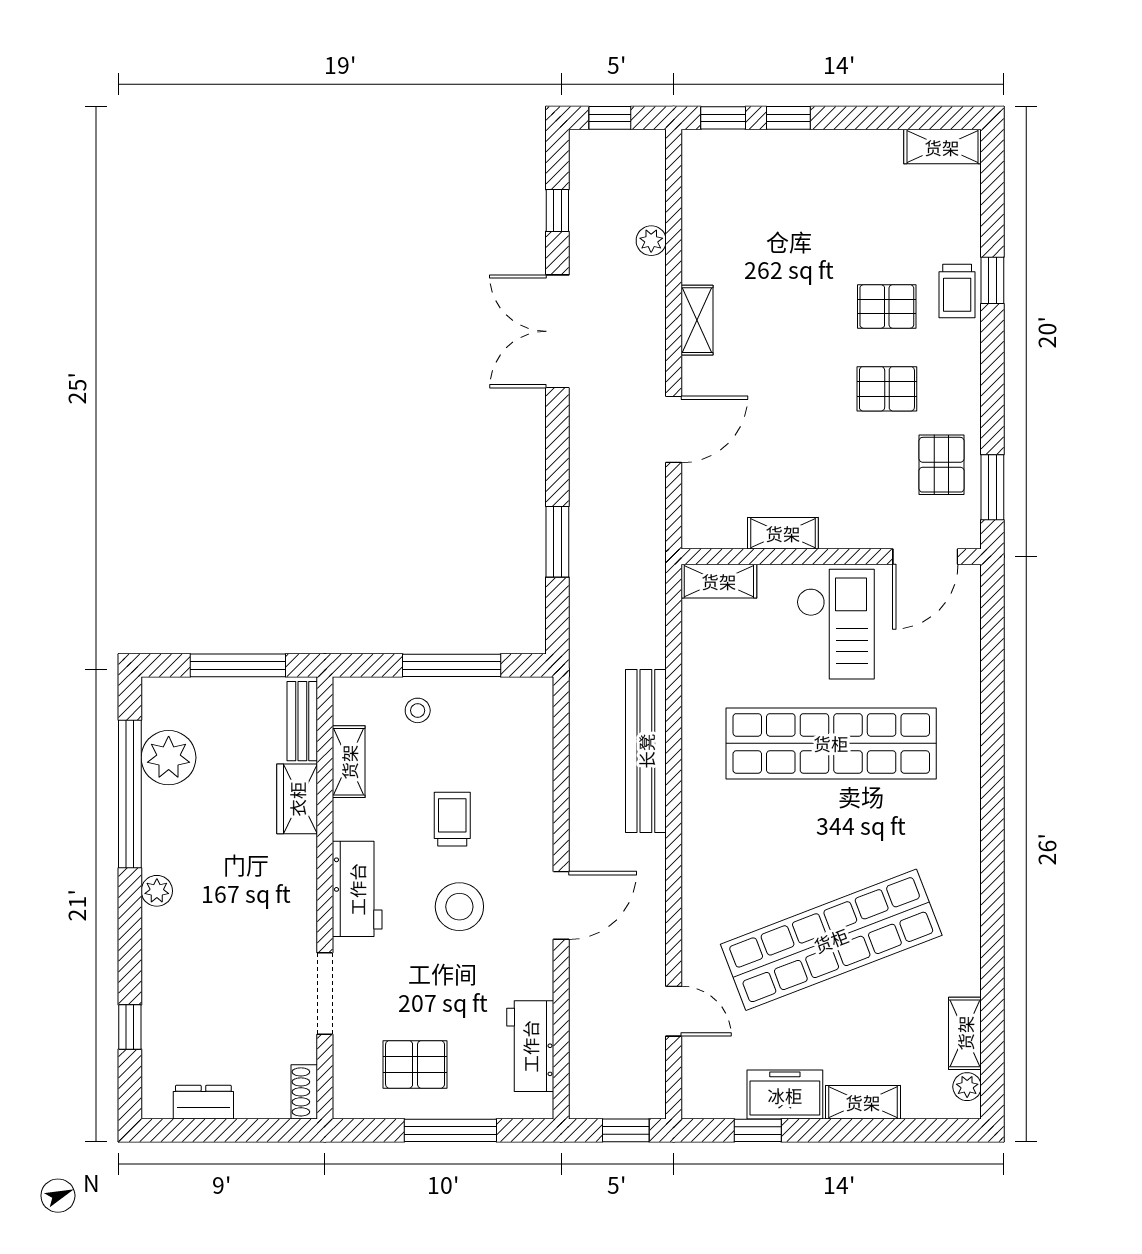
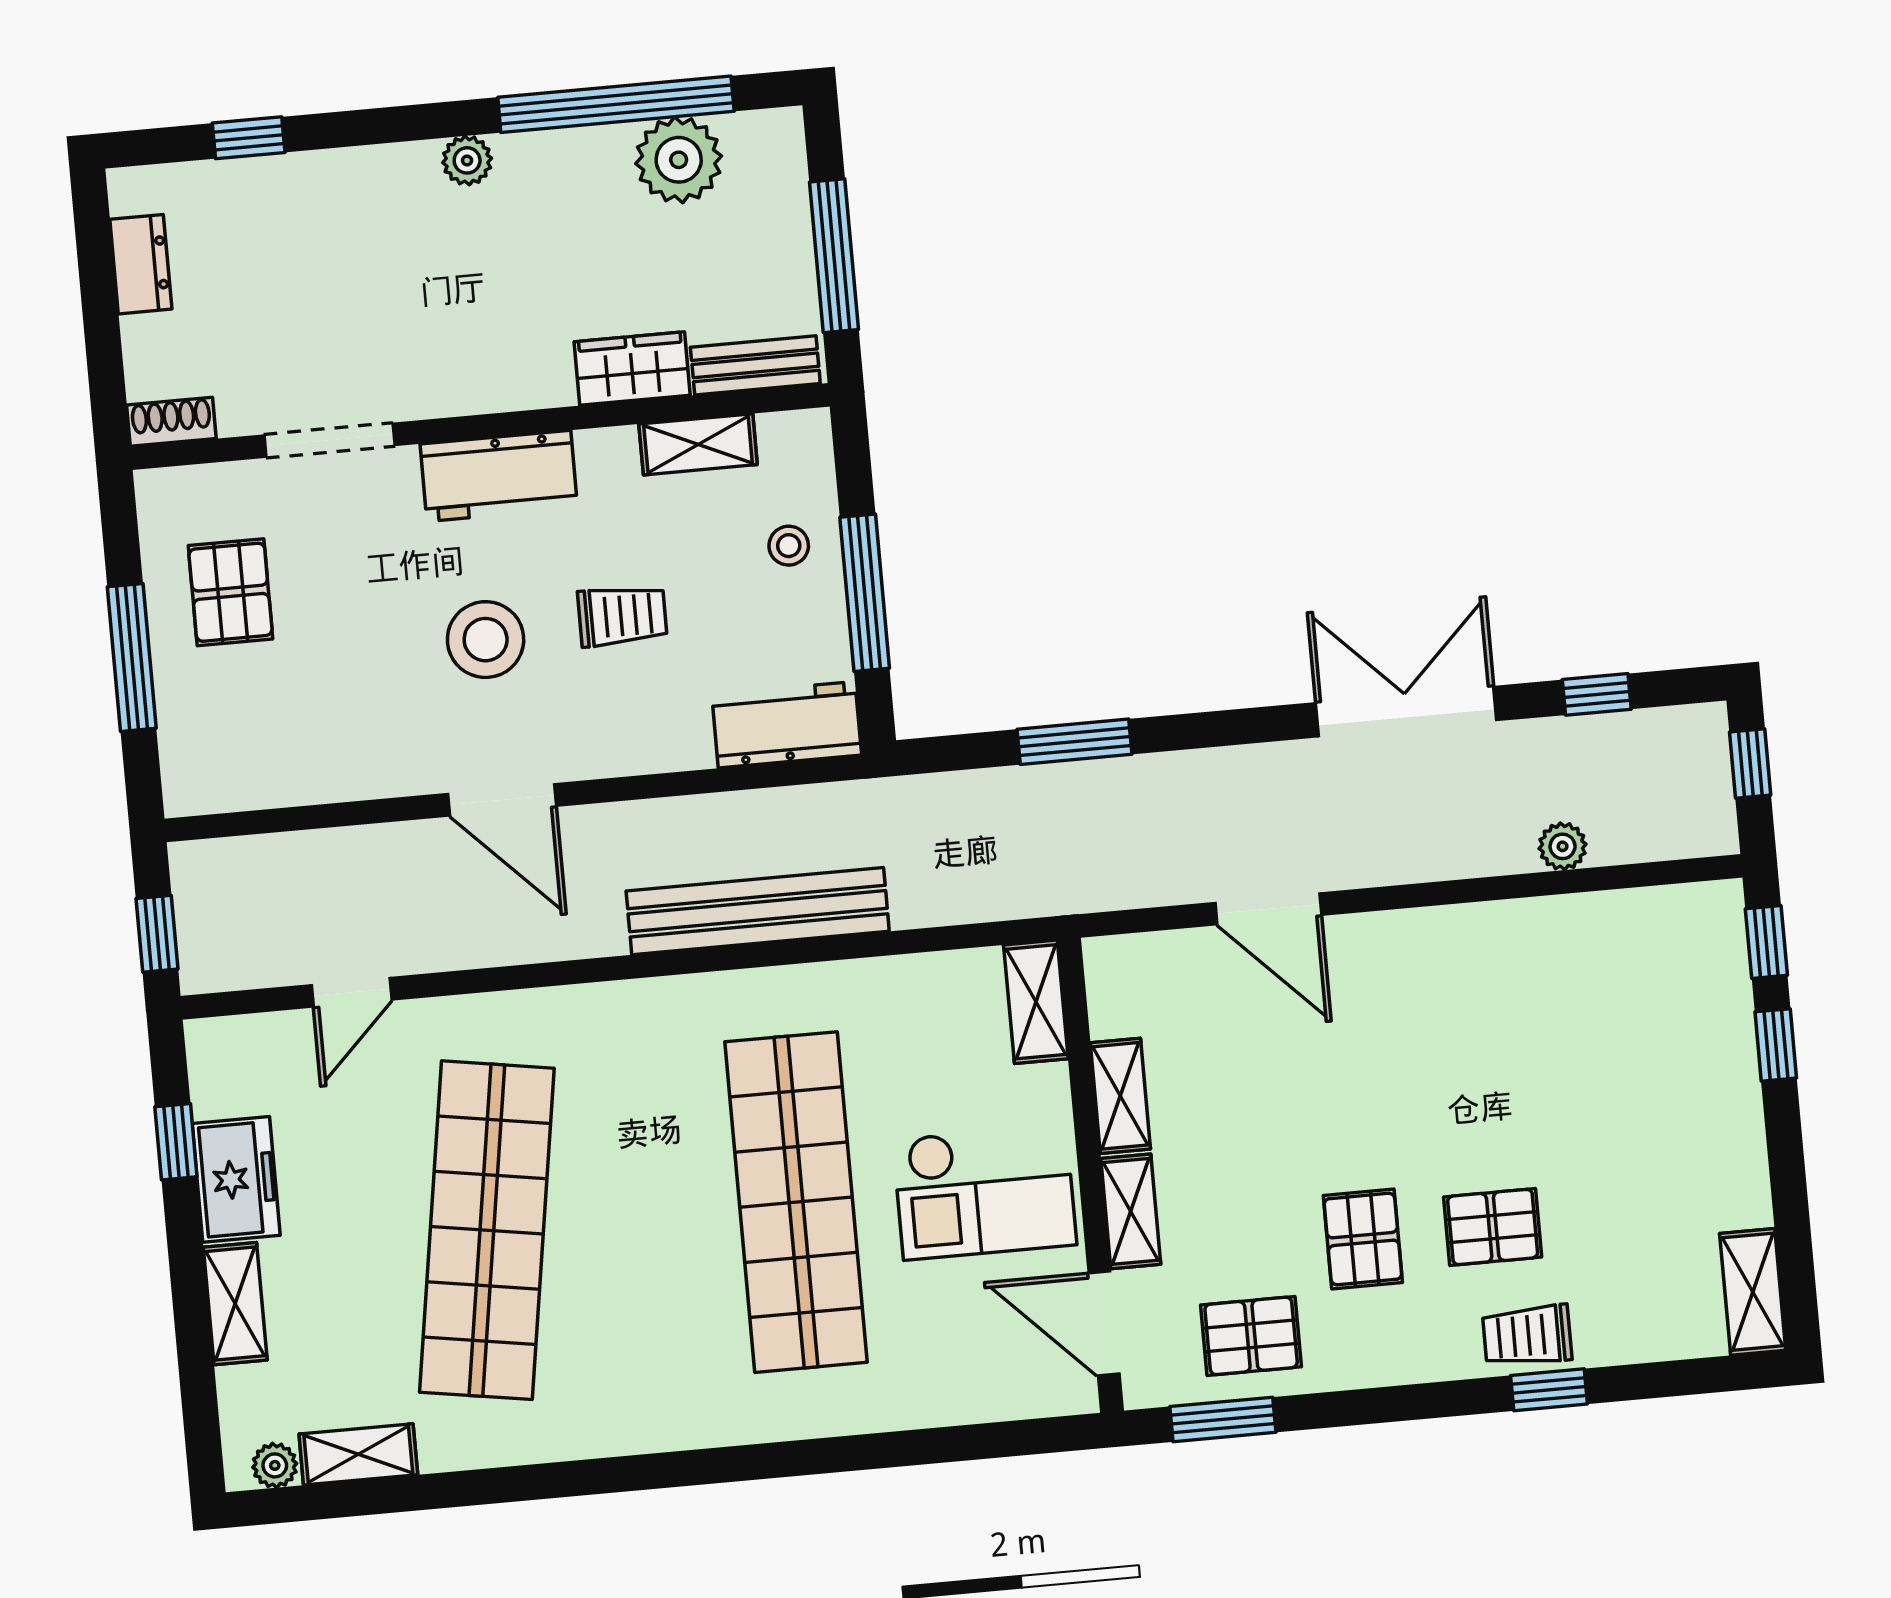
pallet: (887, 306) -> (1493, 1227), turned 90
shelving: (697, 320) -> (1131, 1211), moved, turned 90
shop shelf: (831, 940) -> (487, 1230), turned 30
workbench: (530, 1046) -> (787, 725), moved

